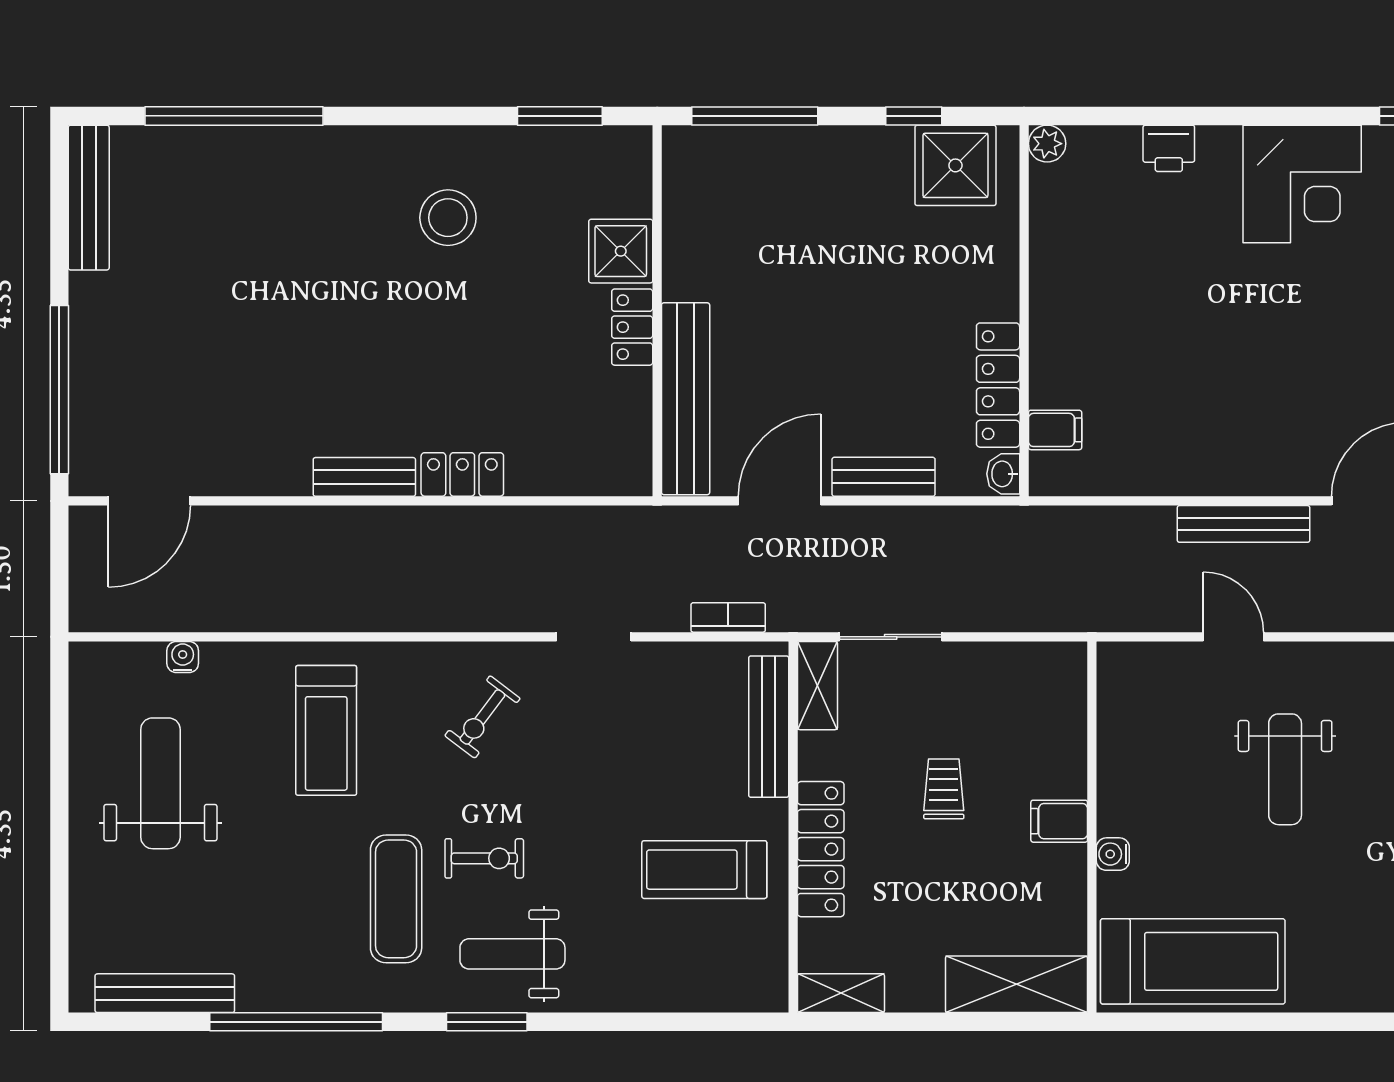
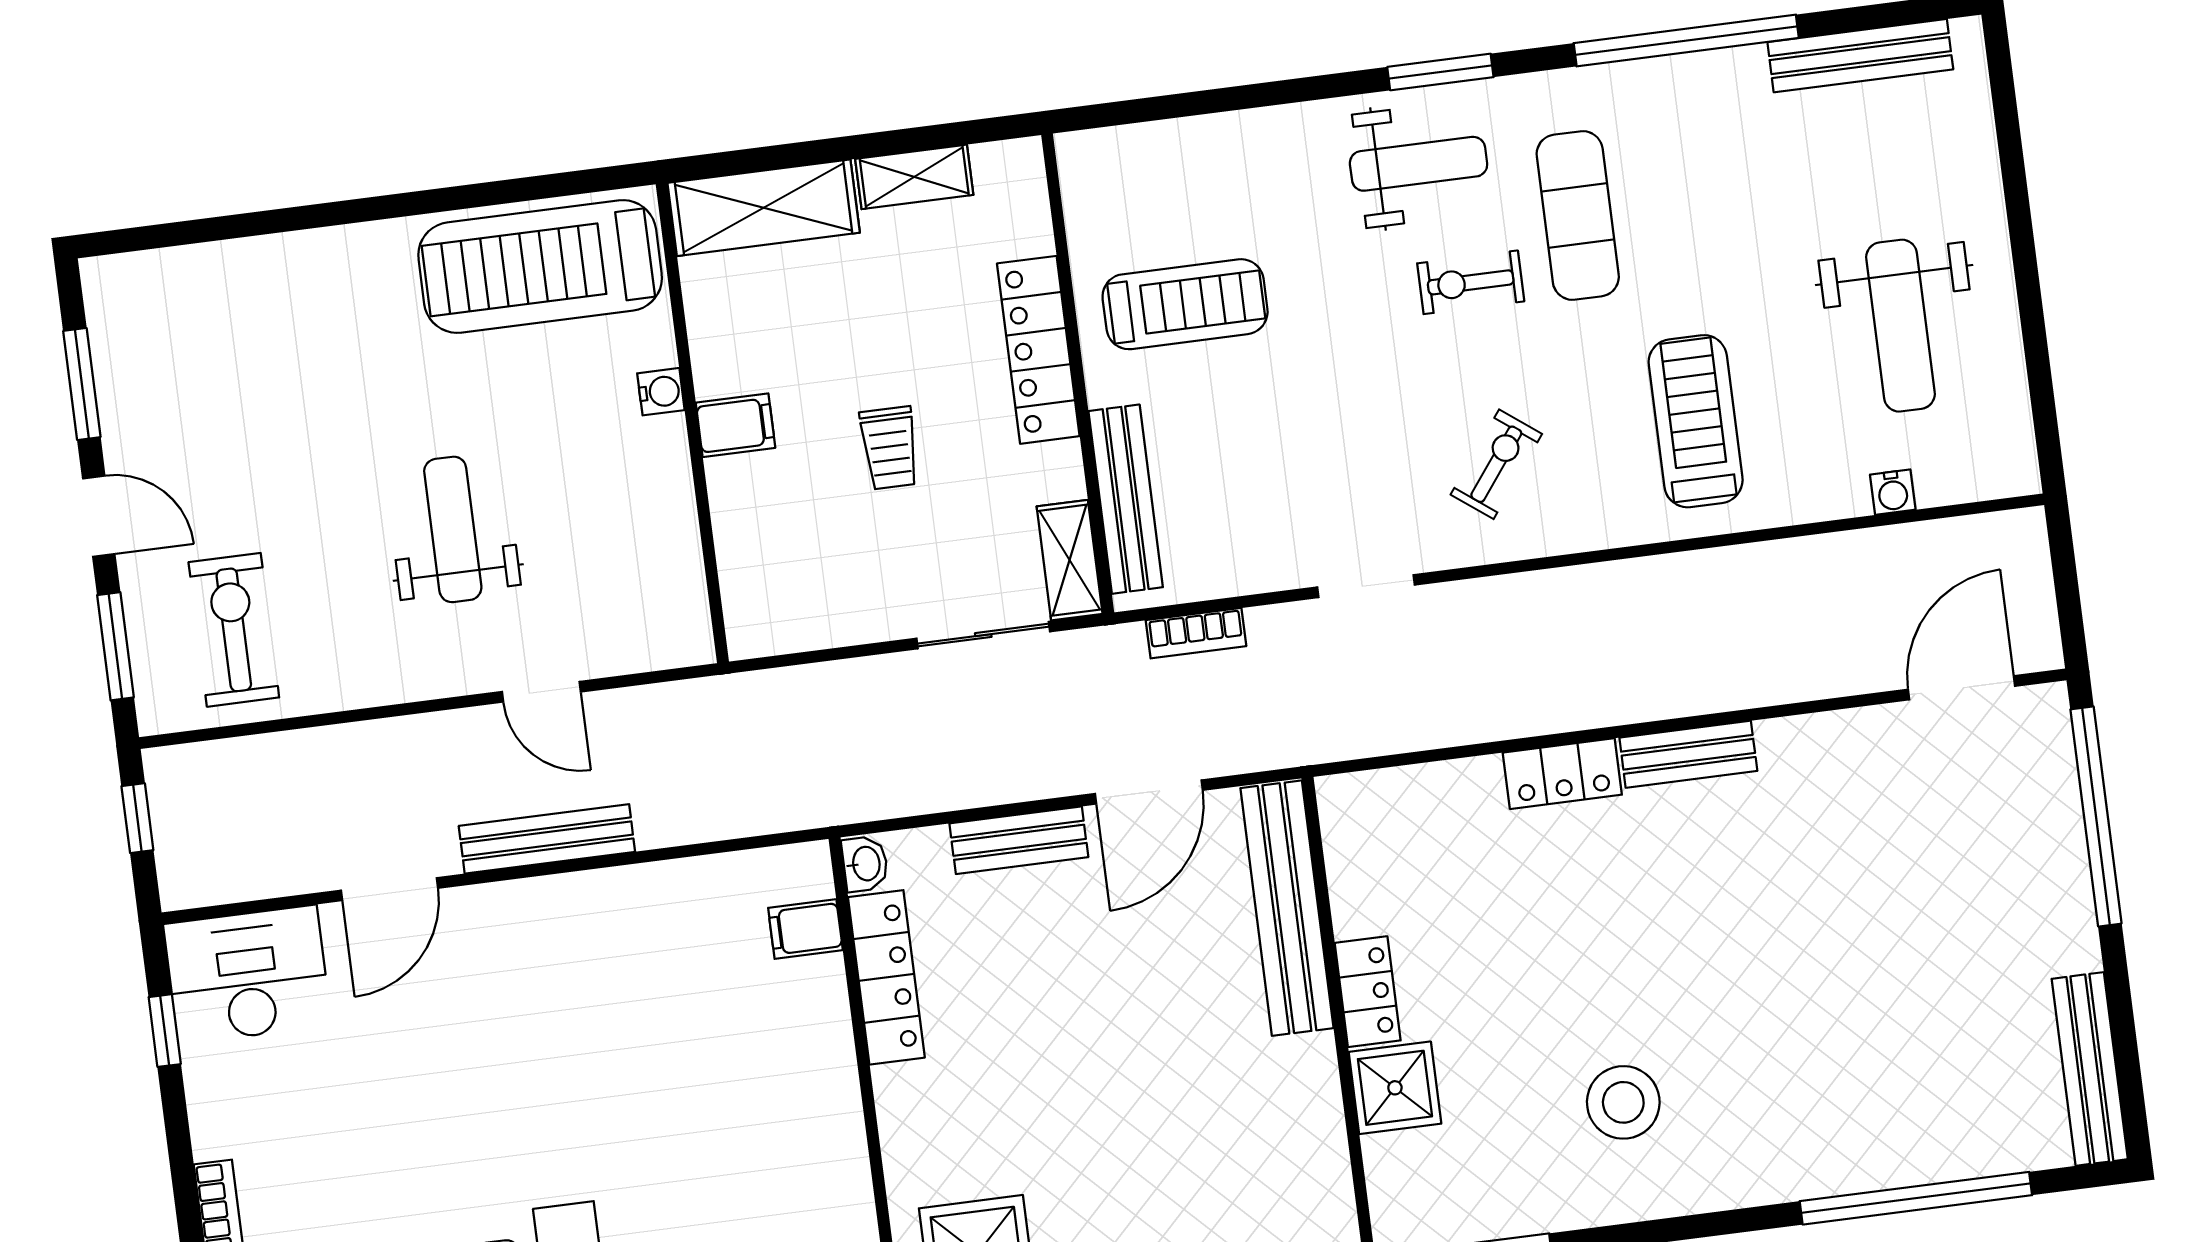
shelving: (841, 993) -> (914, 177), moved

